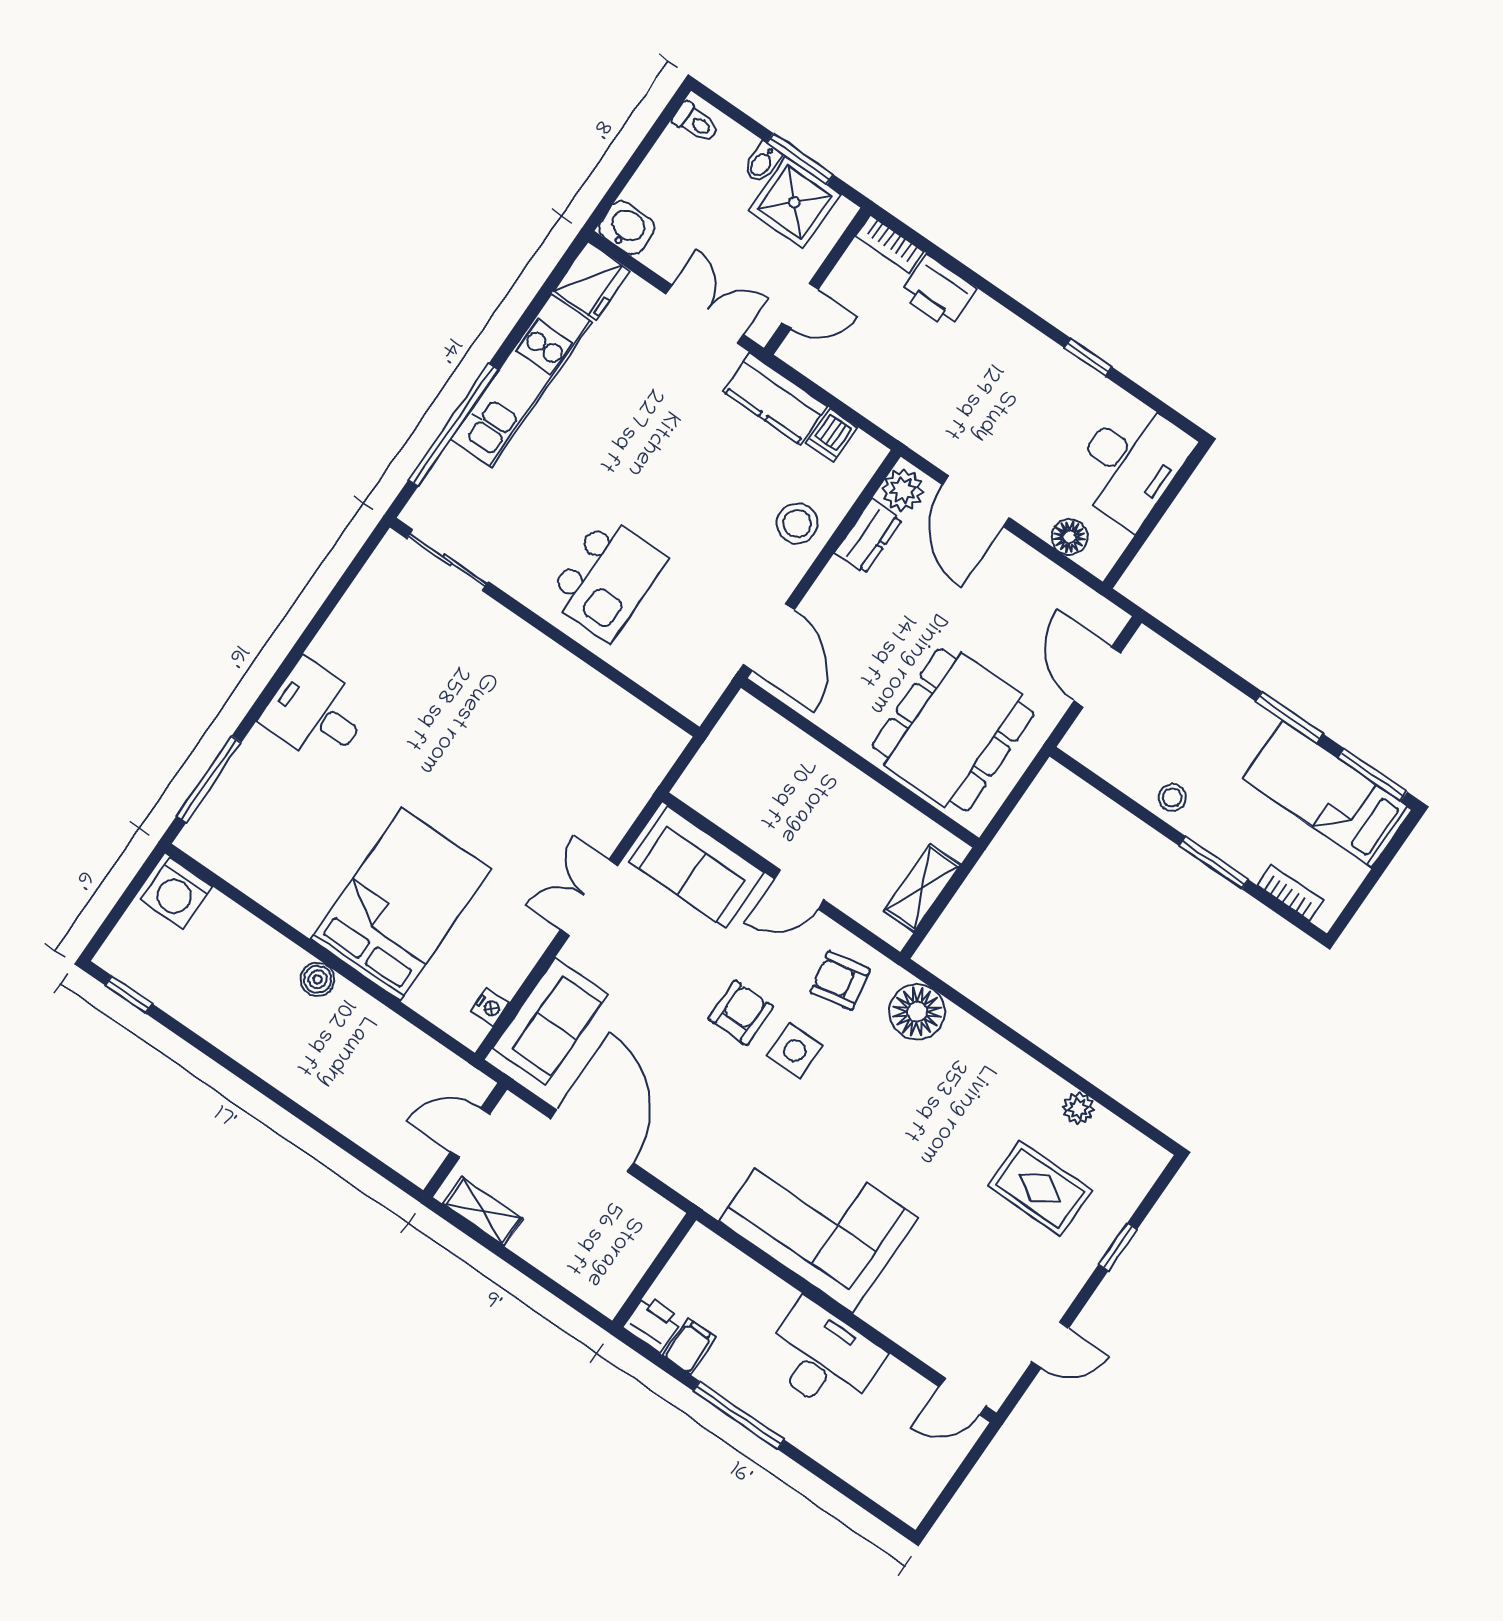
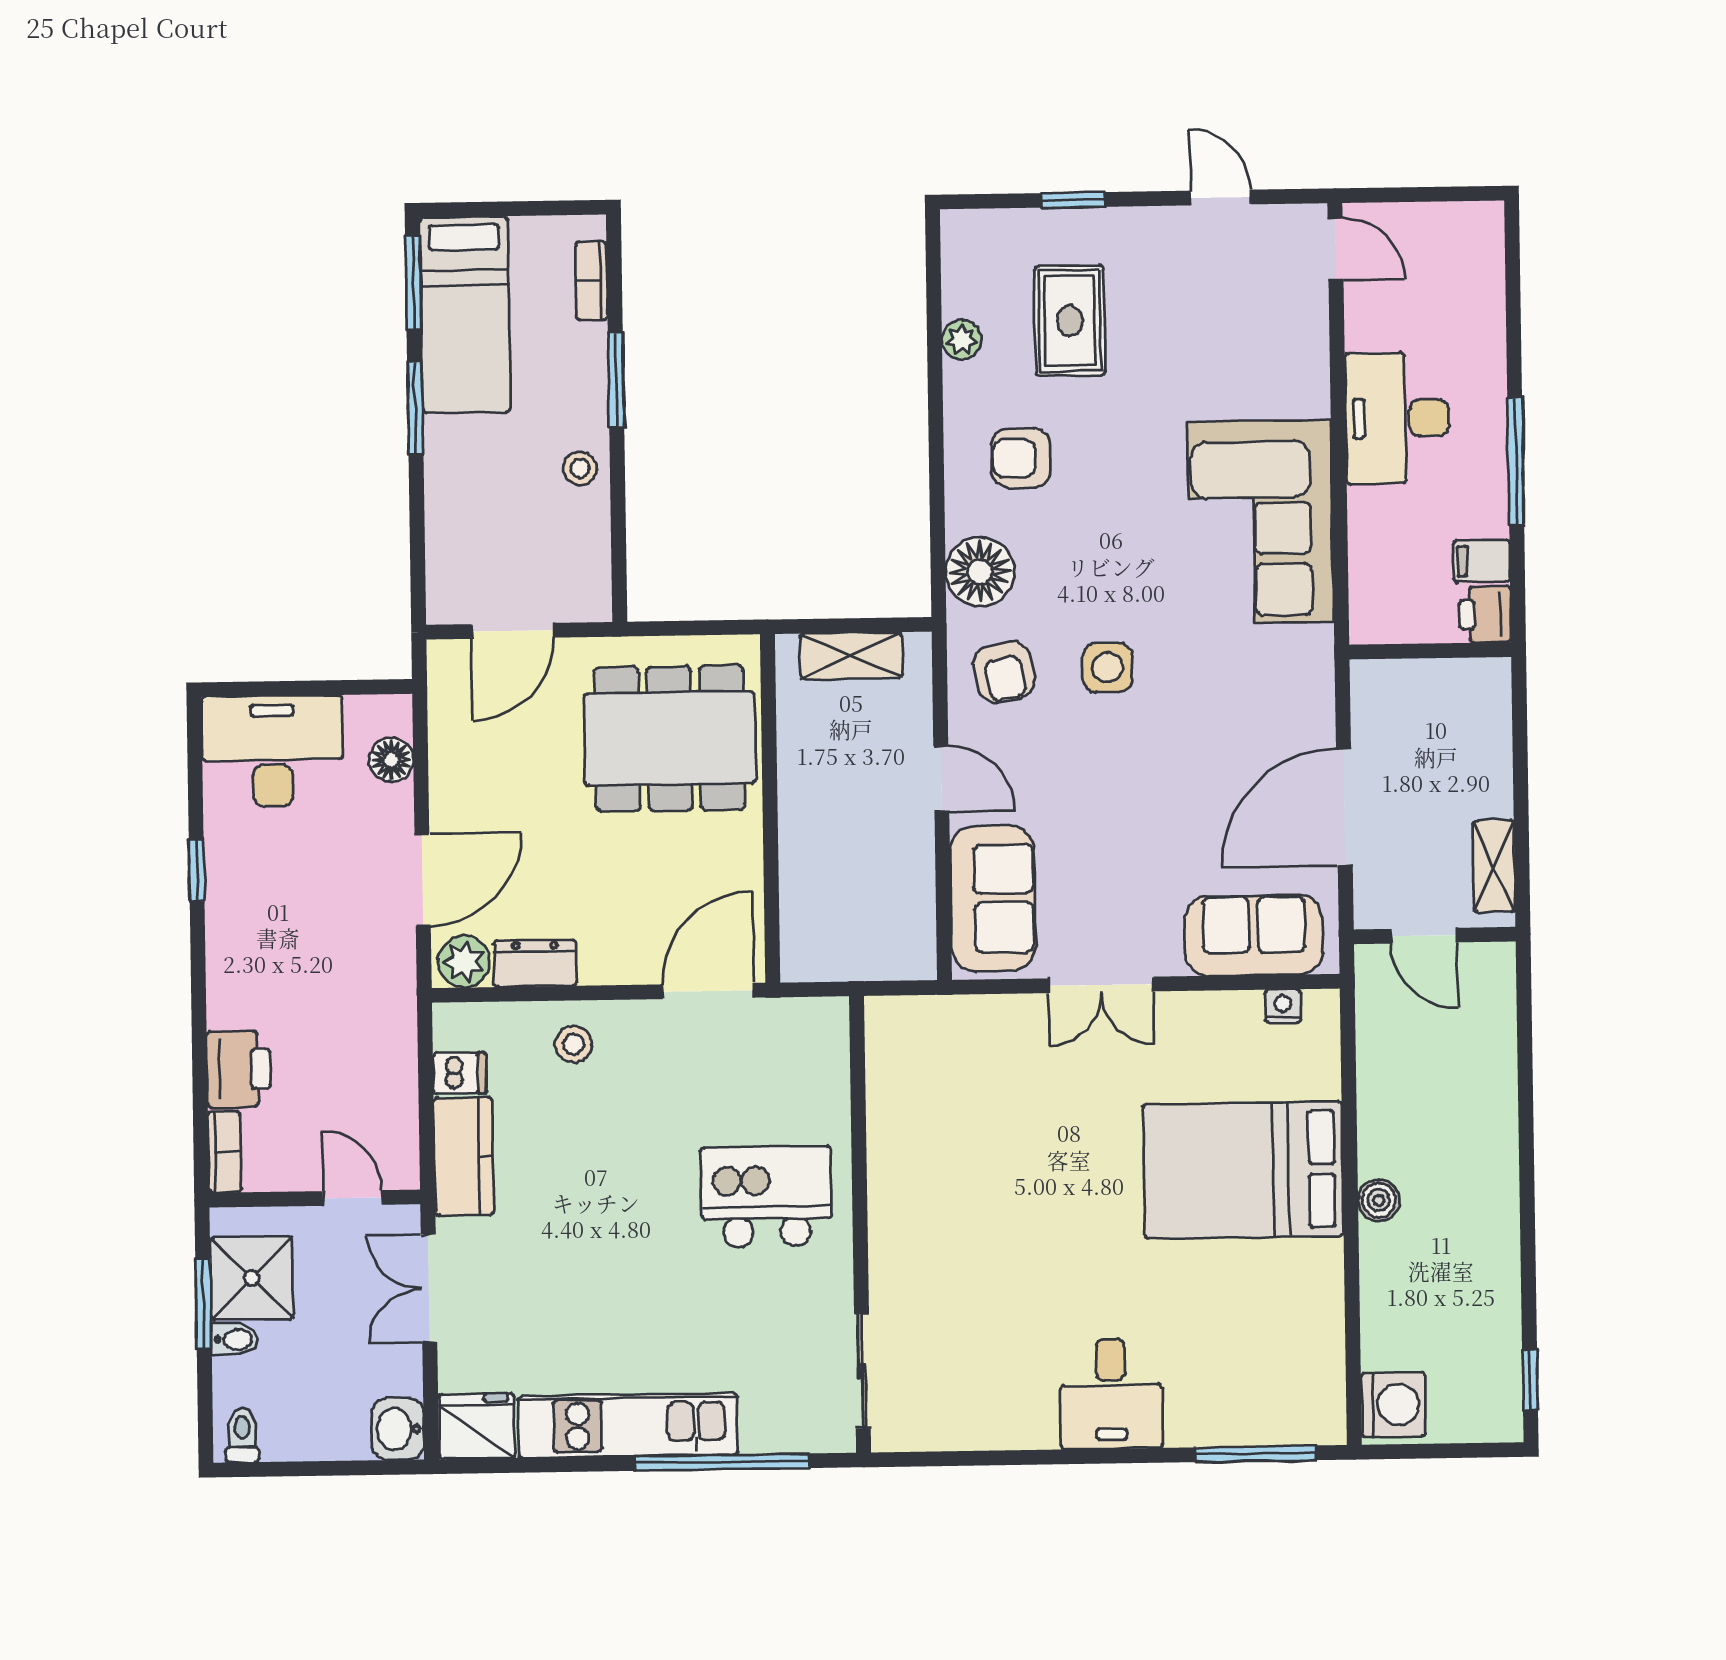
stool: (797, 523) -> (574, 1044), width x0.73, depth x0.73
armchair: (741, 1013) -> (1021, 458), moved

